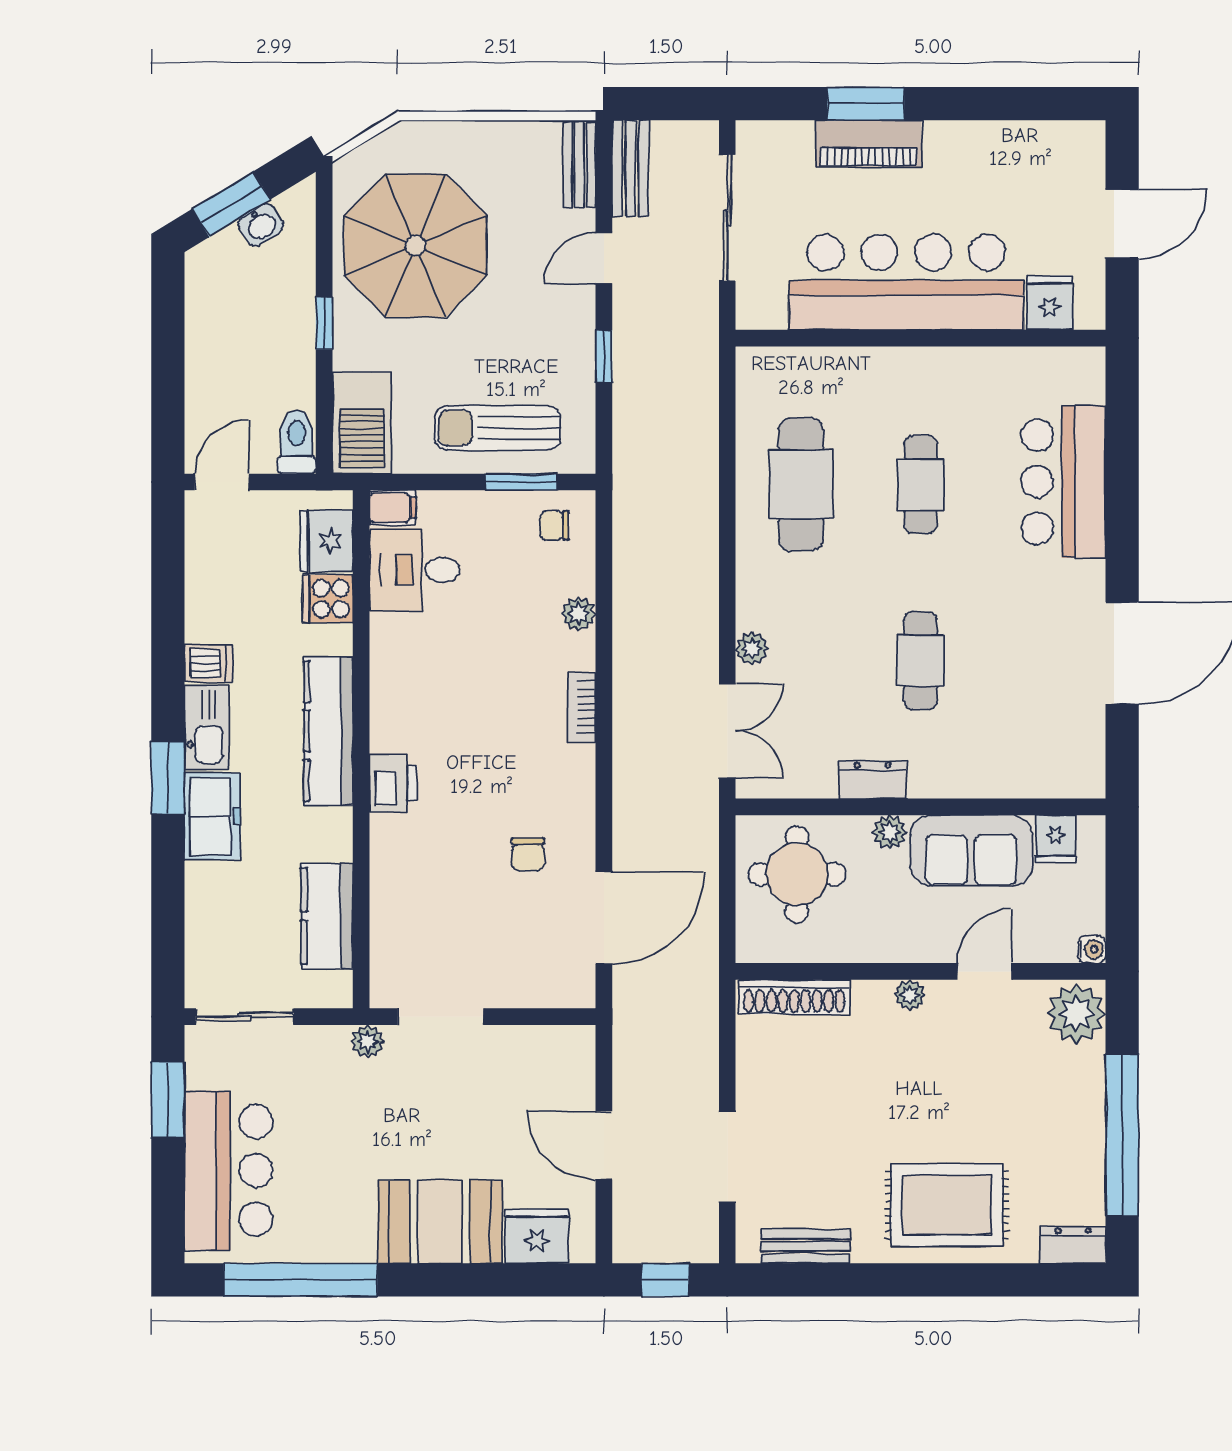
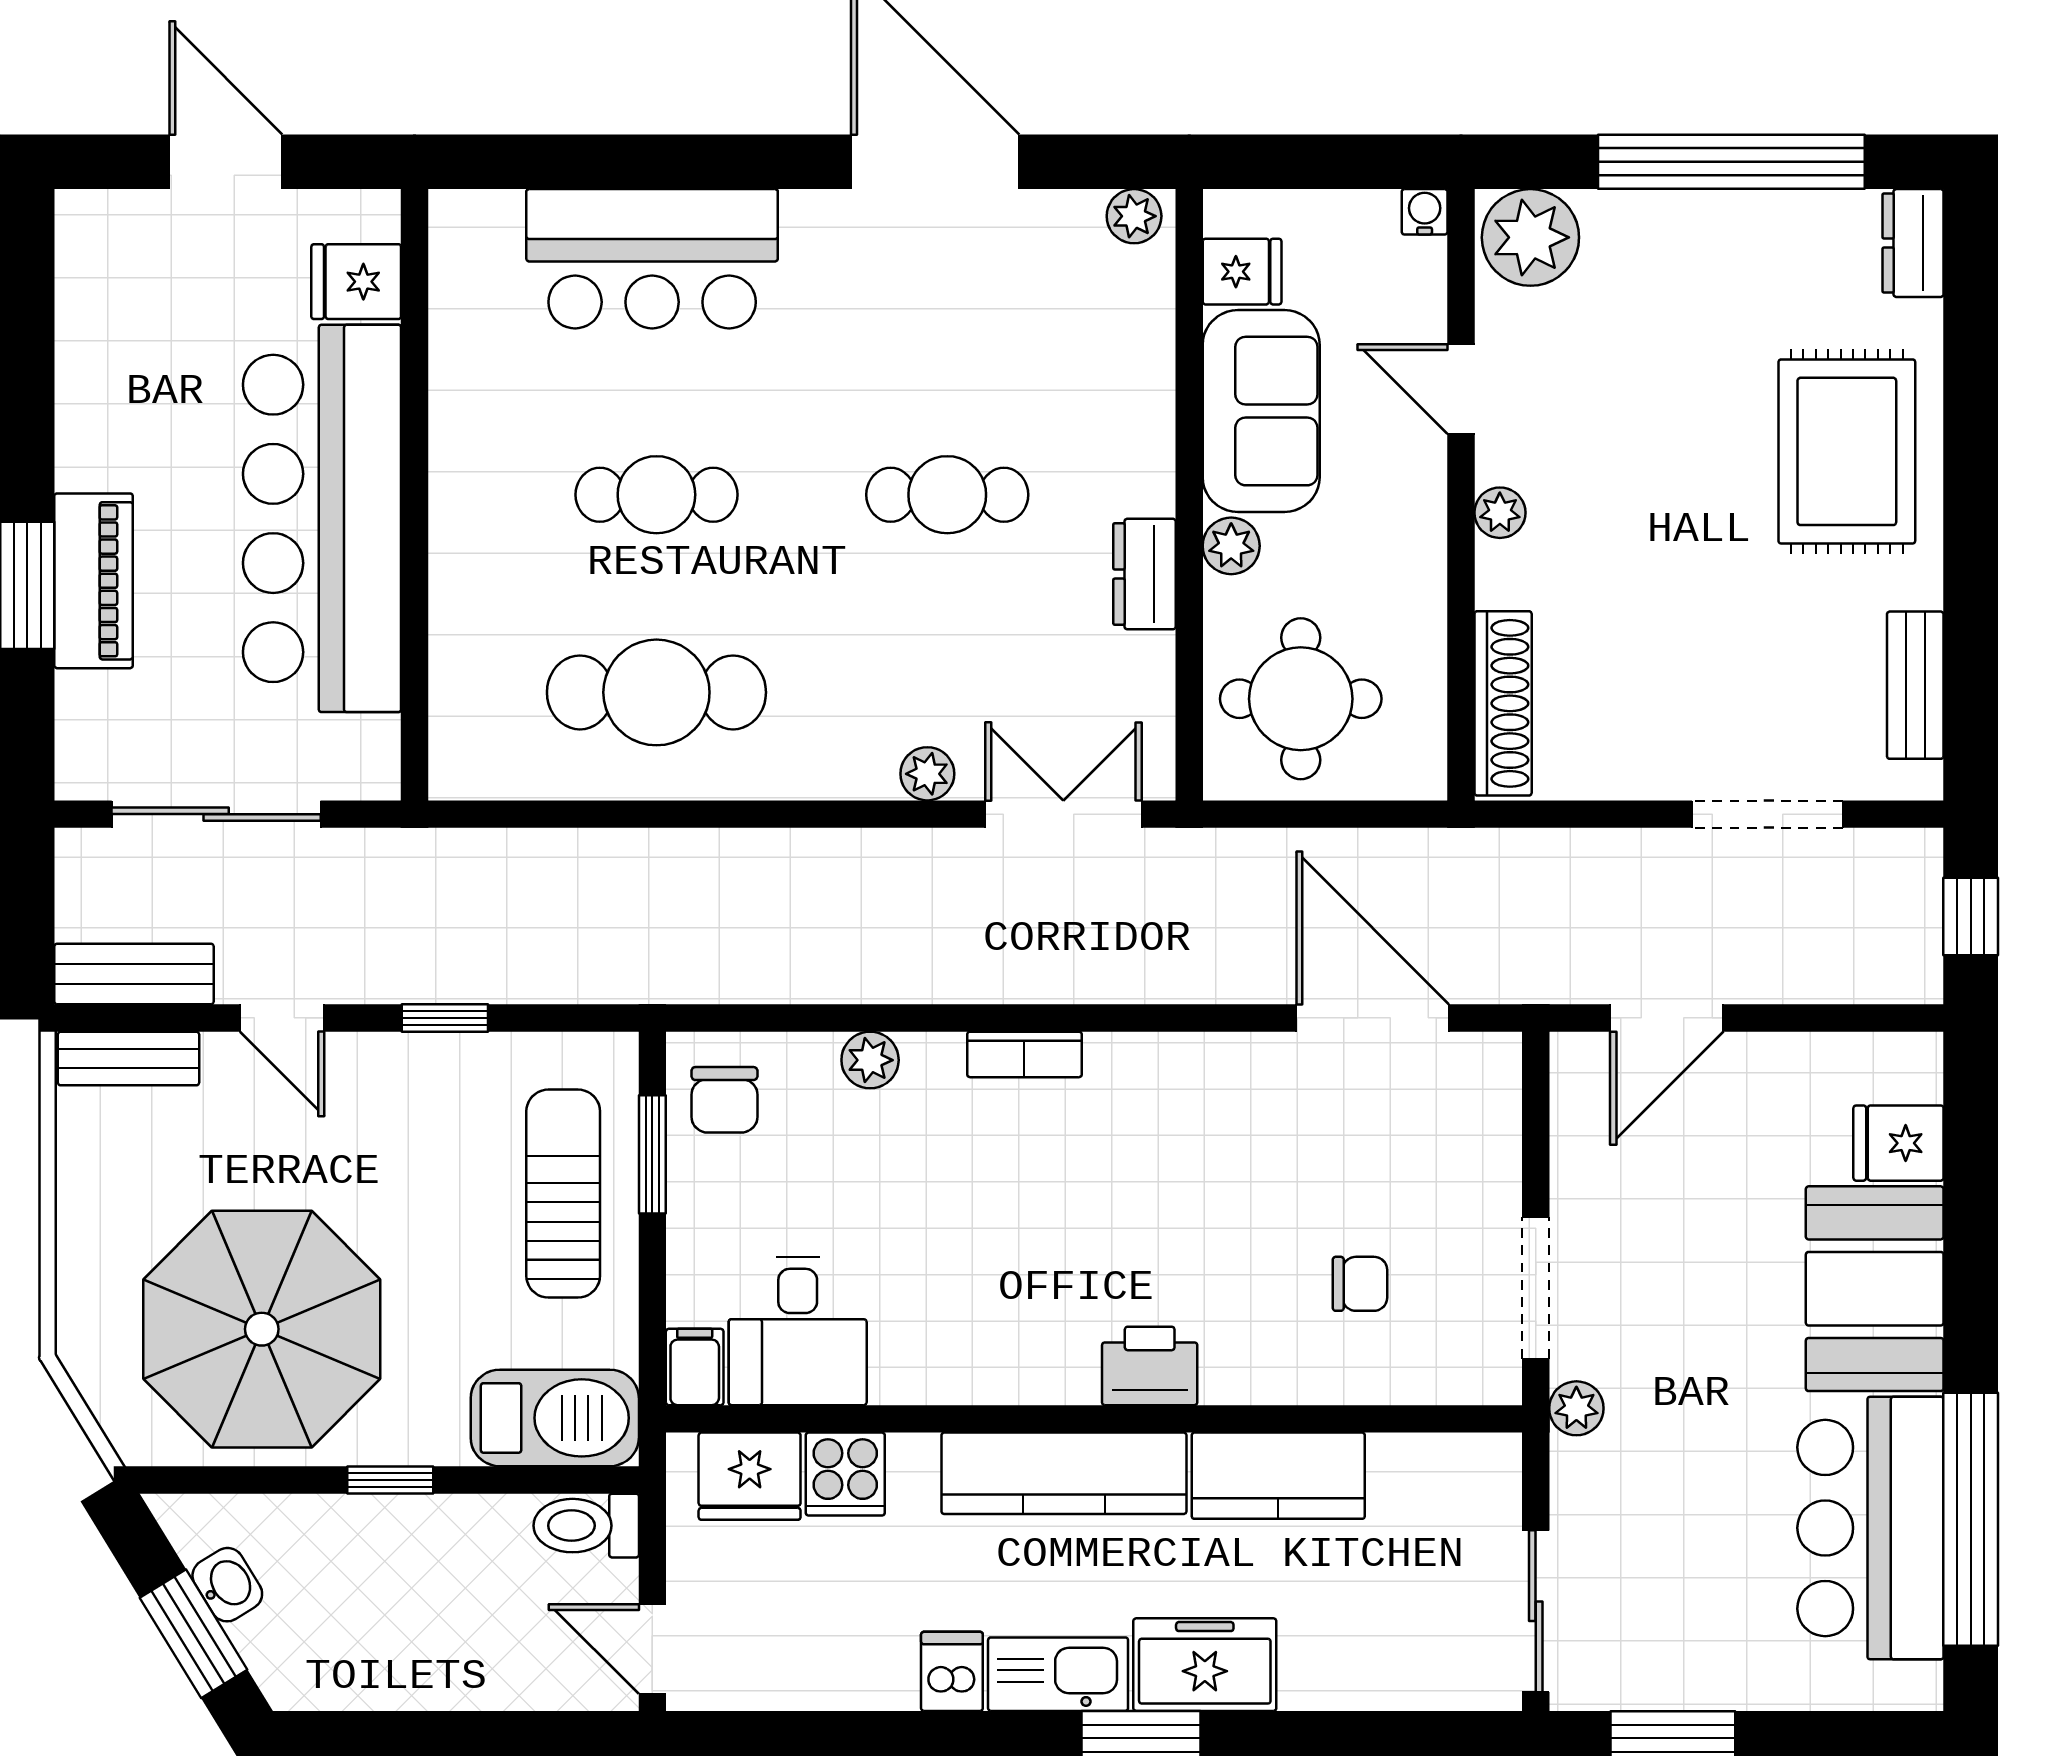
sun lounger: (498, 428) -> (563, 1194), turned 180
chair: (554, 526) -> (724, 1100), width x1.37, depth x1.37
plant: (1089, 774) -> (1134, 216), added
chair: (528, 854) -> (1360, 1284), moved
kitchen counter: (327, 916) -> (1278, 1476), moved
door: (604, 1145) -> (1667, 1018), moved
bar counter: (229, 1170) -> (1870, 1528), moved, turned -90
fridge: (537, 1236) -> (1898, 1143), width x0.72

